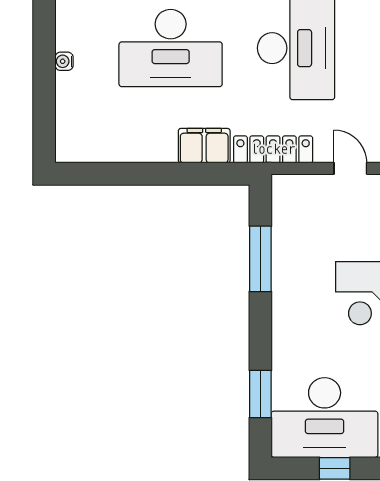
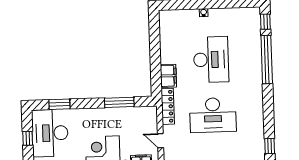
desk: (171, 48) -> (211, 60), turned 180
door: (350, 168) -> (161, 141), swing flipped

